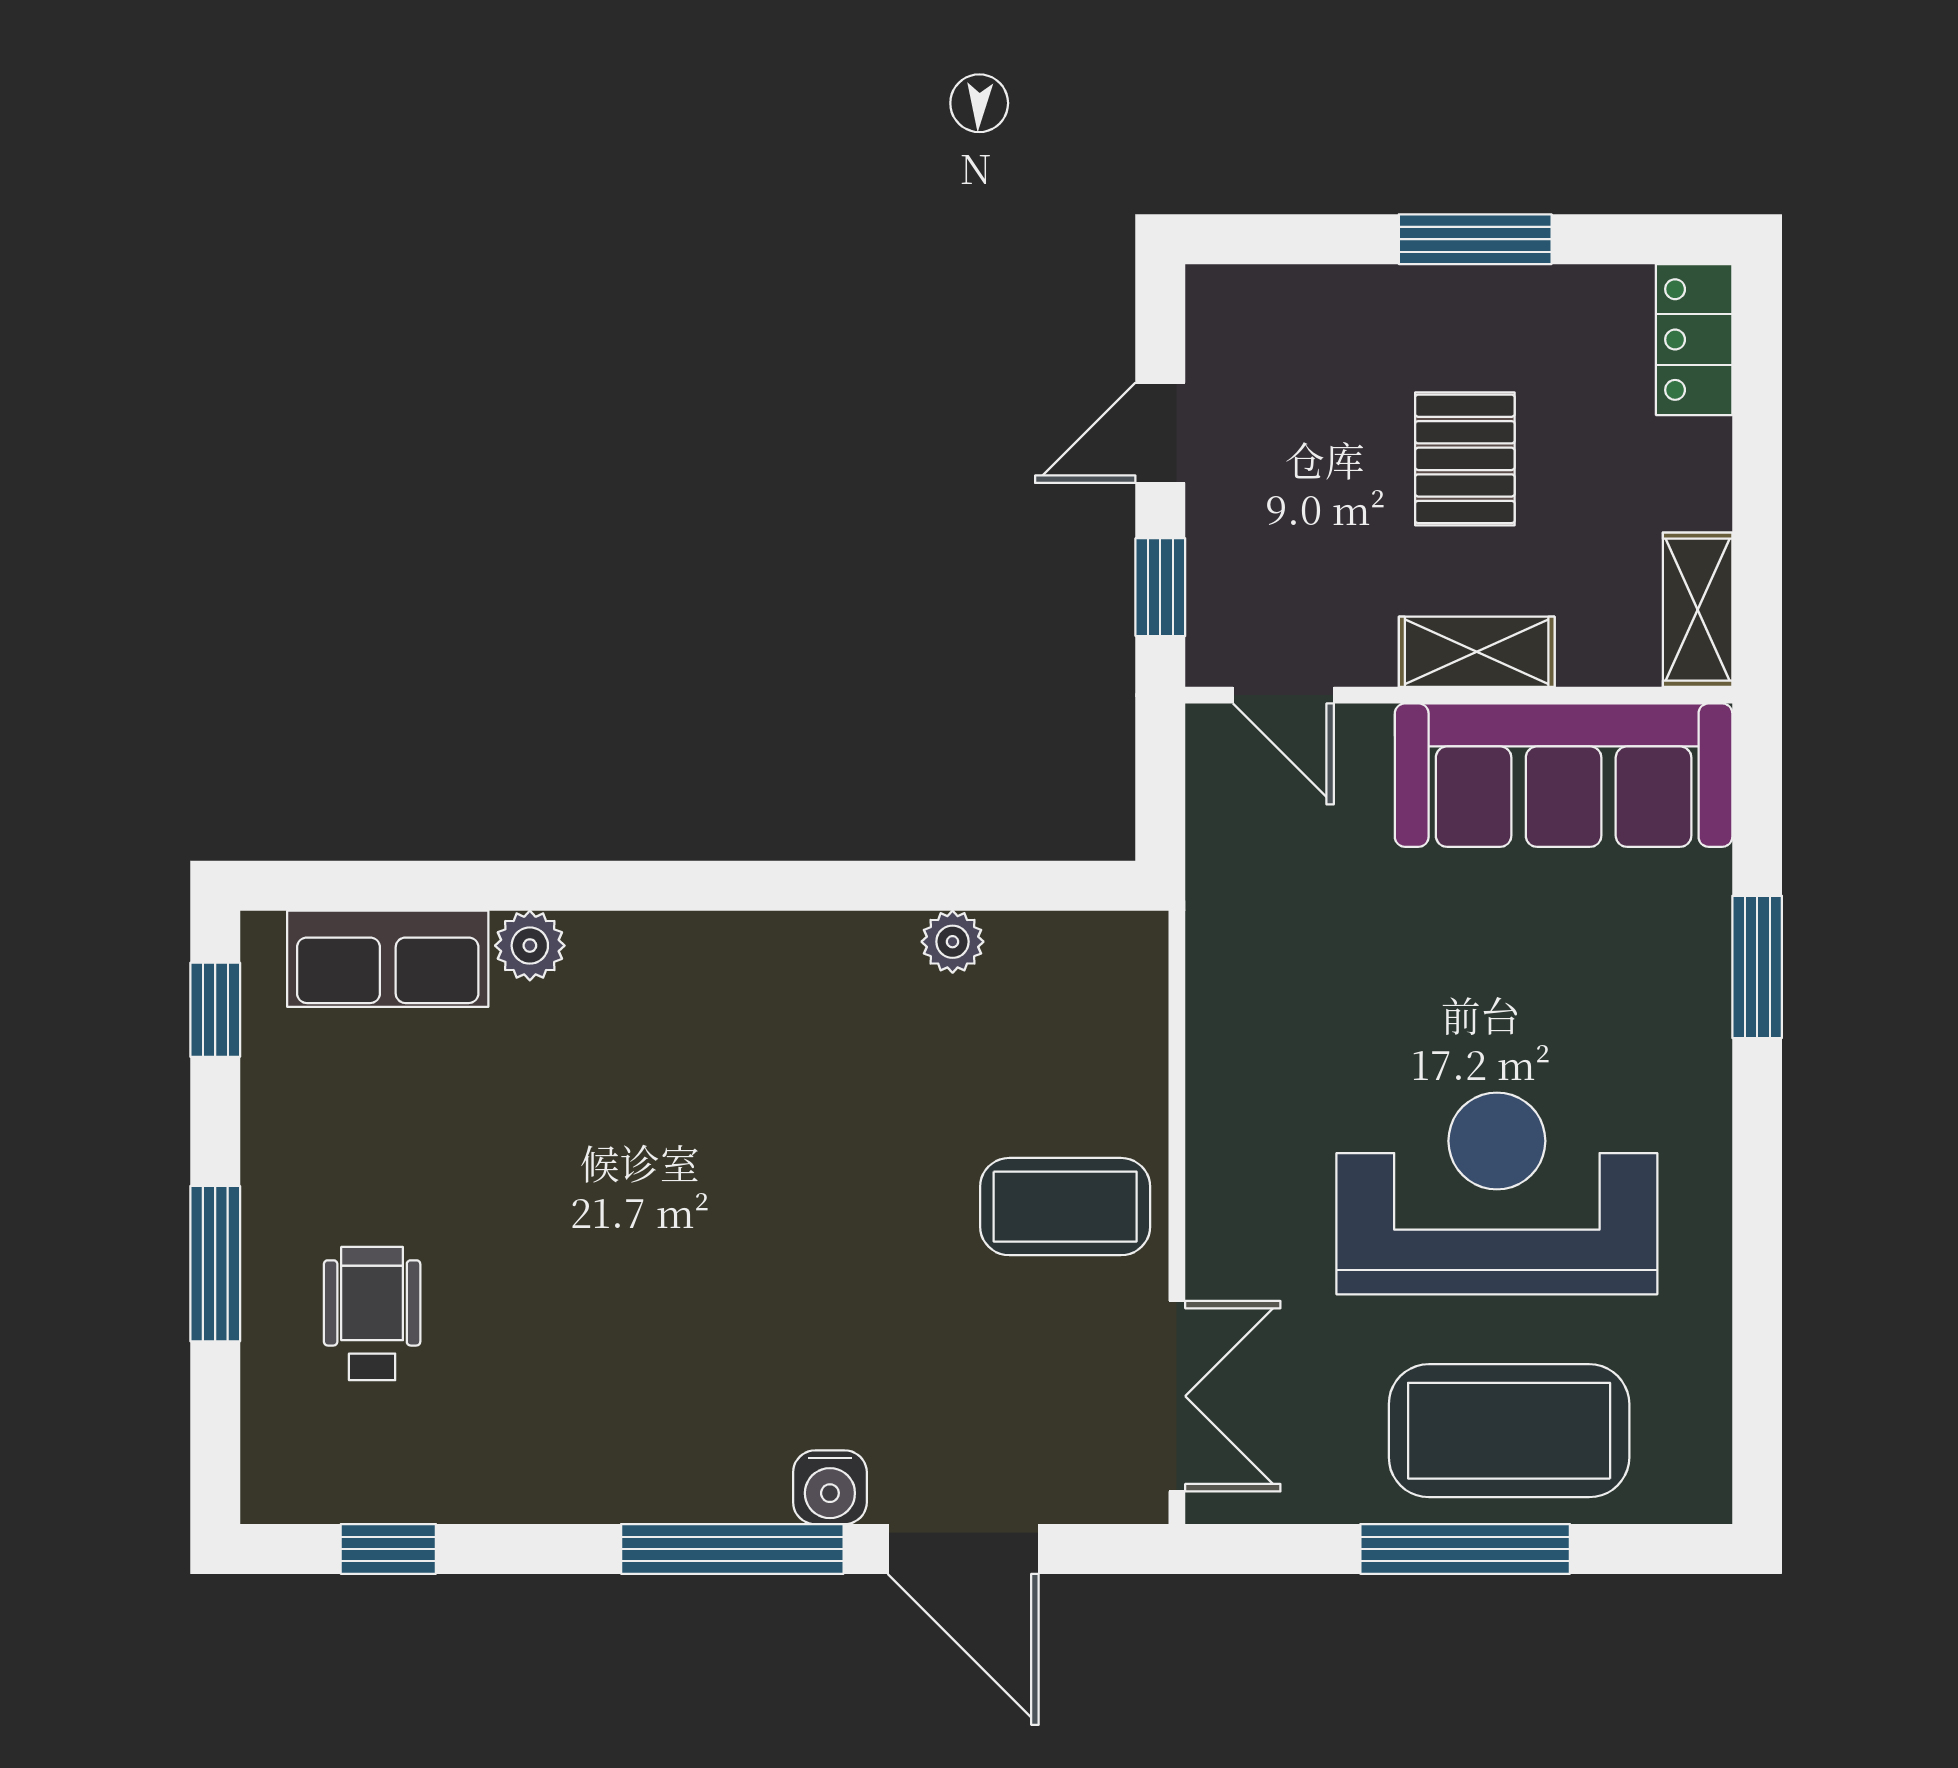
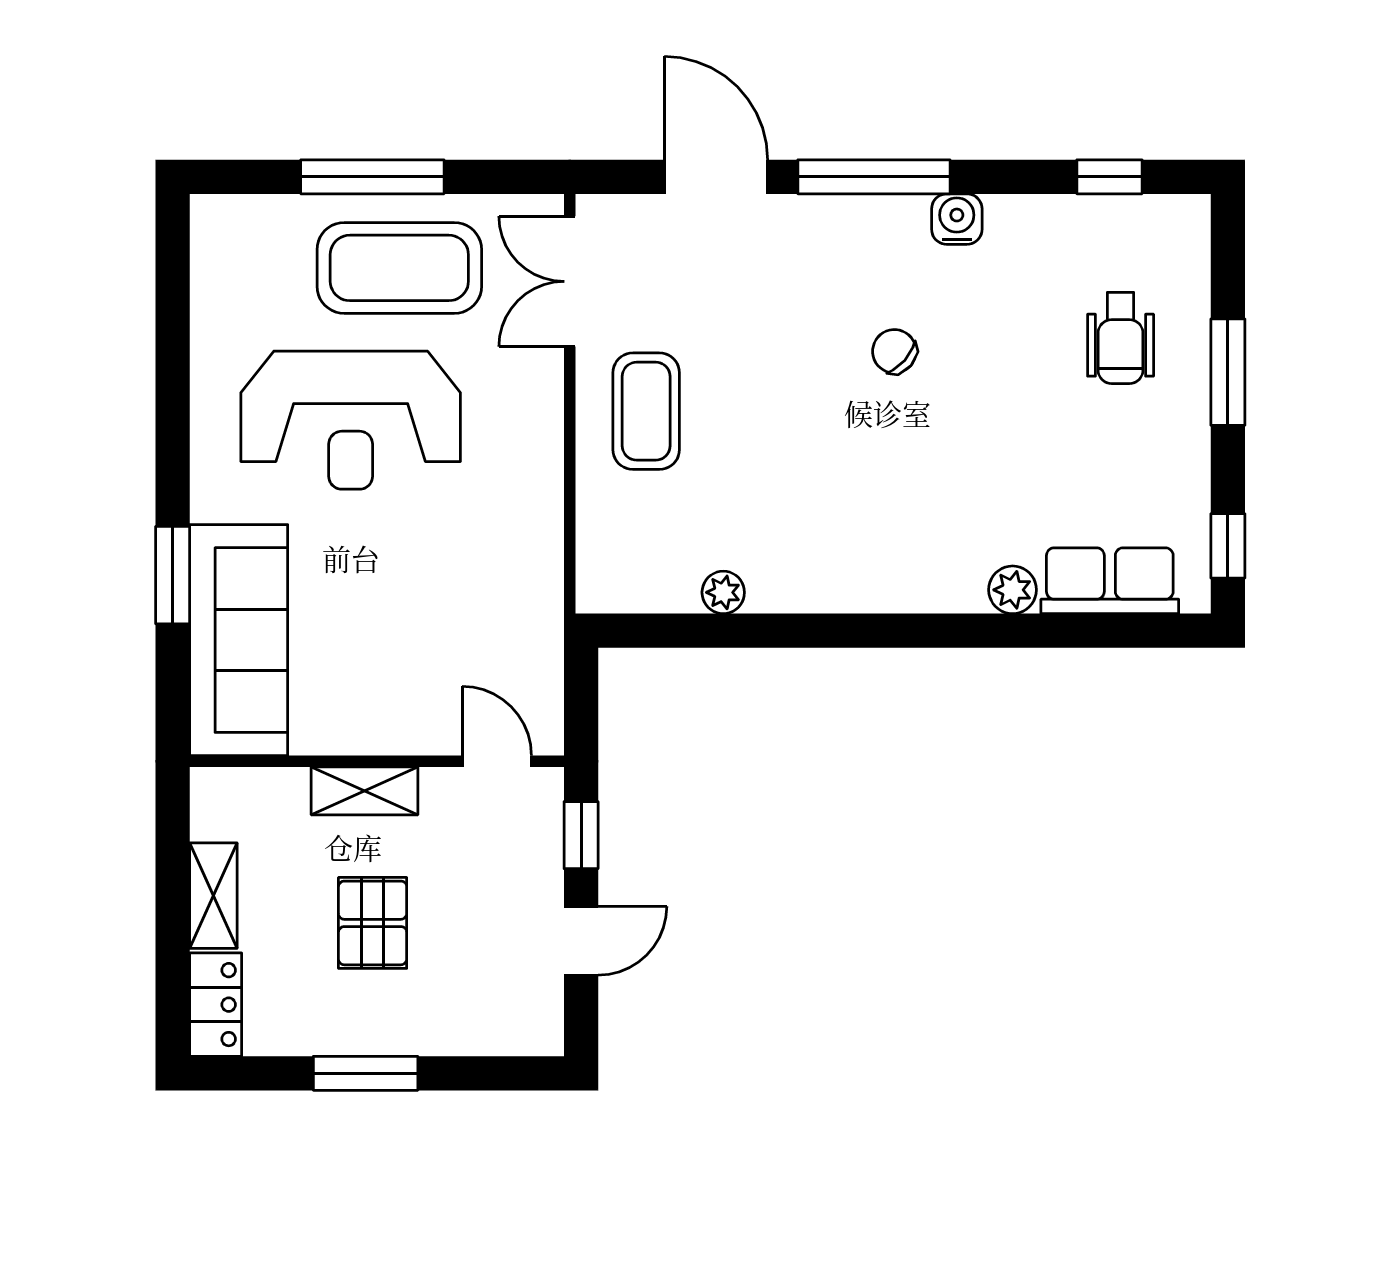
shelving: (1698, 610) -> (213, 896), moved
sofa: (1564, 775) -> (239, 640), moved, turned 90
coffee table: (1065, 1207) -> (646, 411), turned 90
chair: (703, 1294) -> (894, 351), added
coffee table: (1509, 1431) -> (399, 268), moved
water cooler: (830, 1487) -> (957, 219), moved

